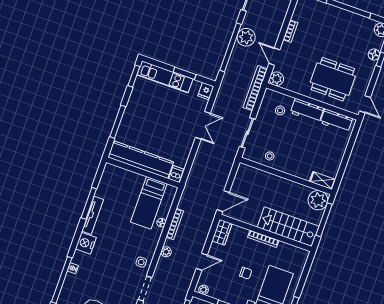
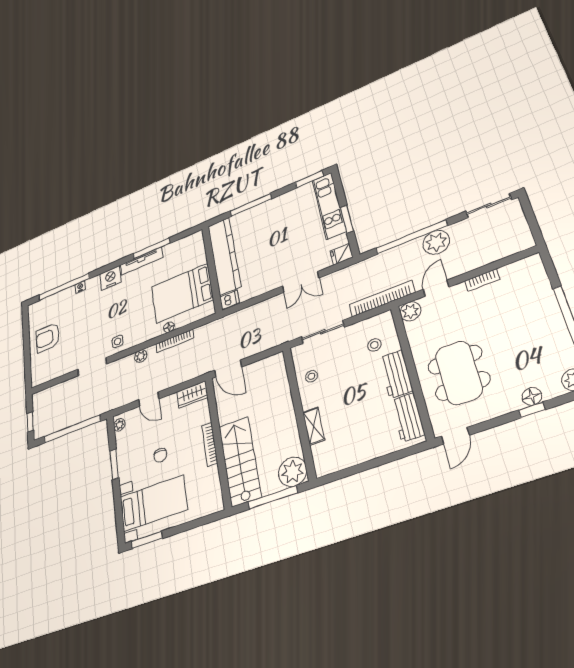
shelving: (323, 181) -> (314, 426), moved
bed: (149, 203) -> (182, 293), width x1.50

